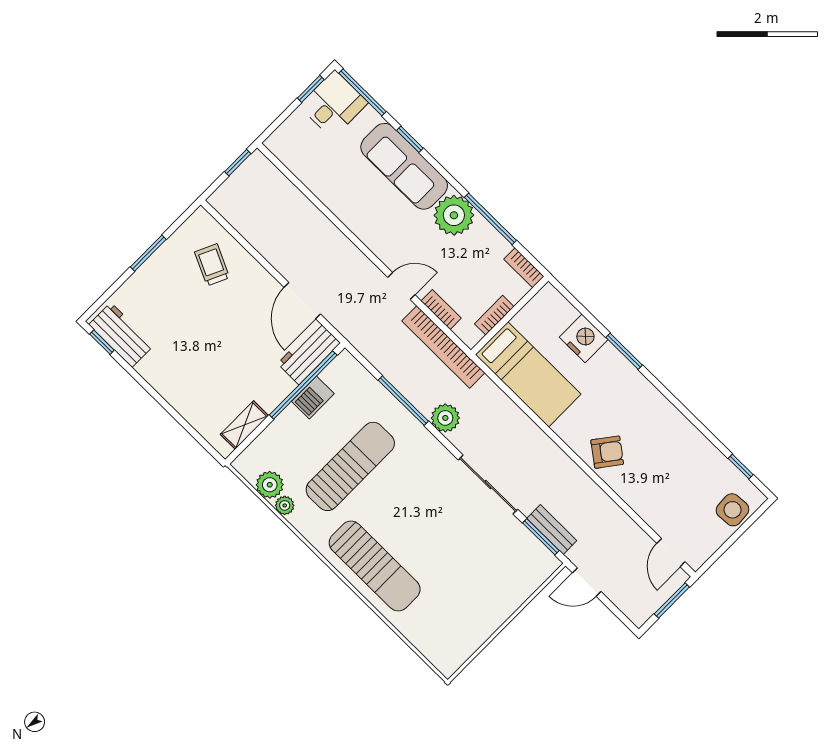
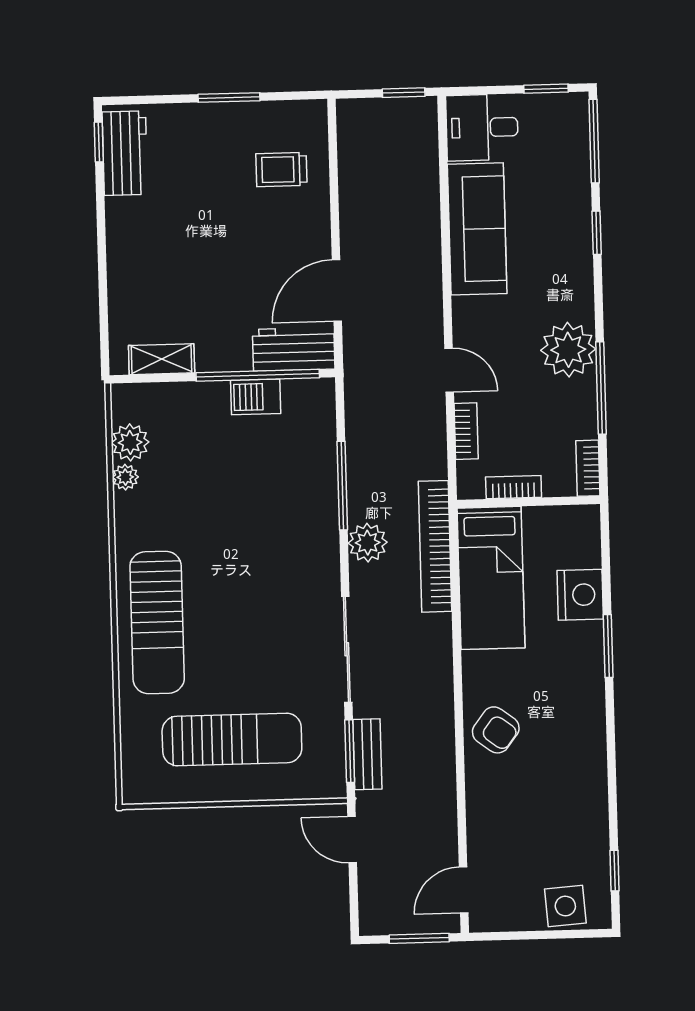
desk: (333, 104) -> (482, 127), moved, turned 180
sofa: (404, 166) -> (477, 229), moved, turned 180
trolley: (212, 265) -> (281, 170), turned -115
bookcase: (443, 347) -> (435, 546), moved
sun lounger: (350, 466) -> (232, 739), moved

